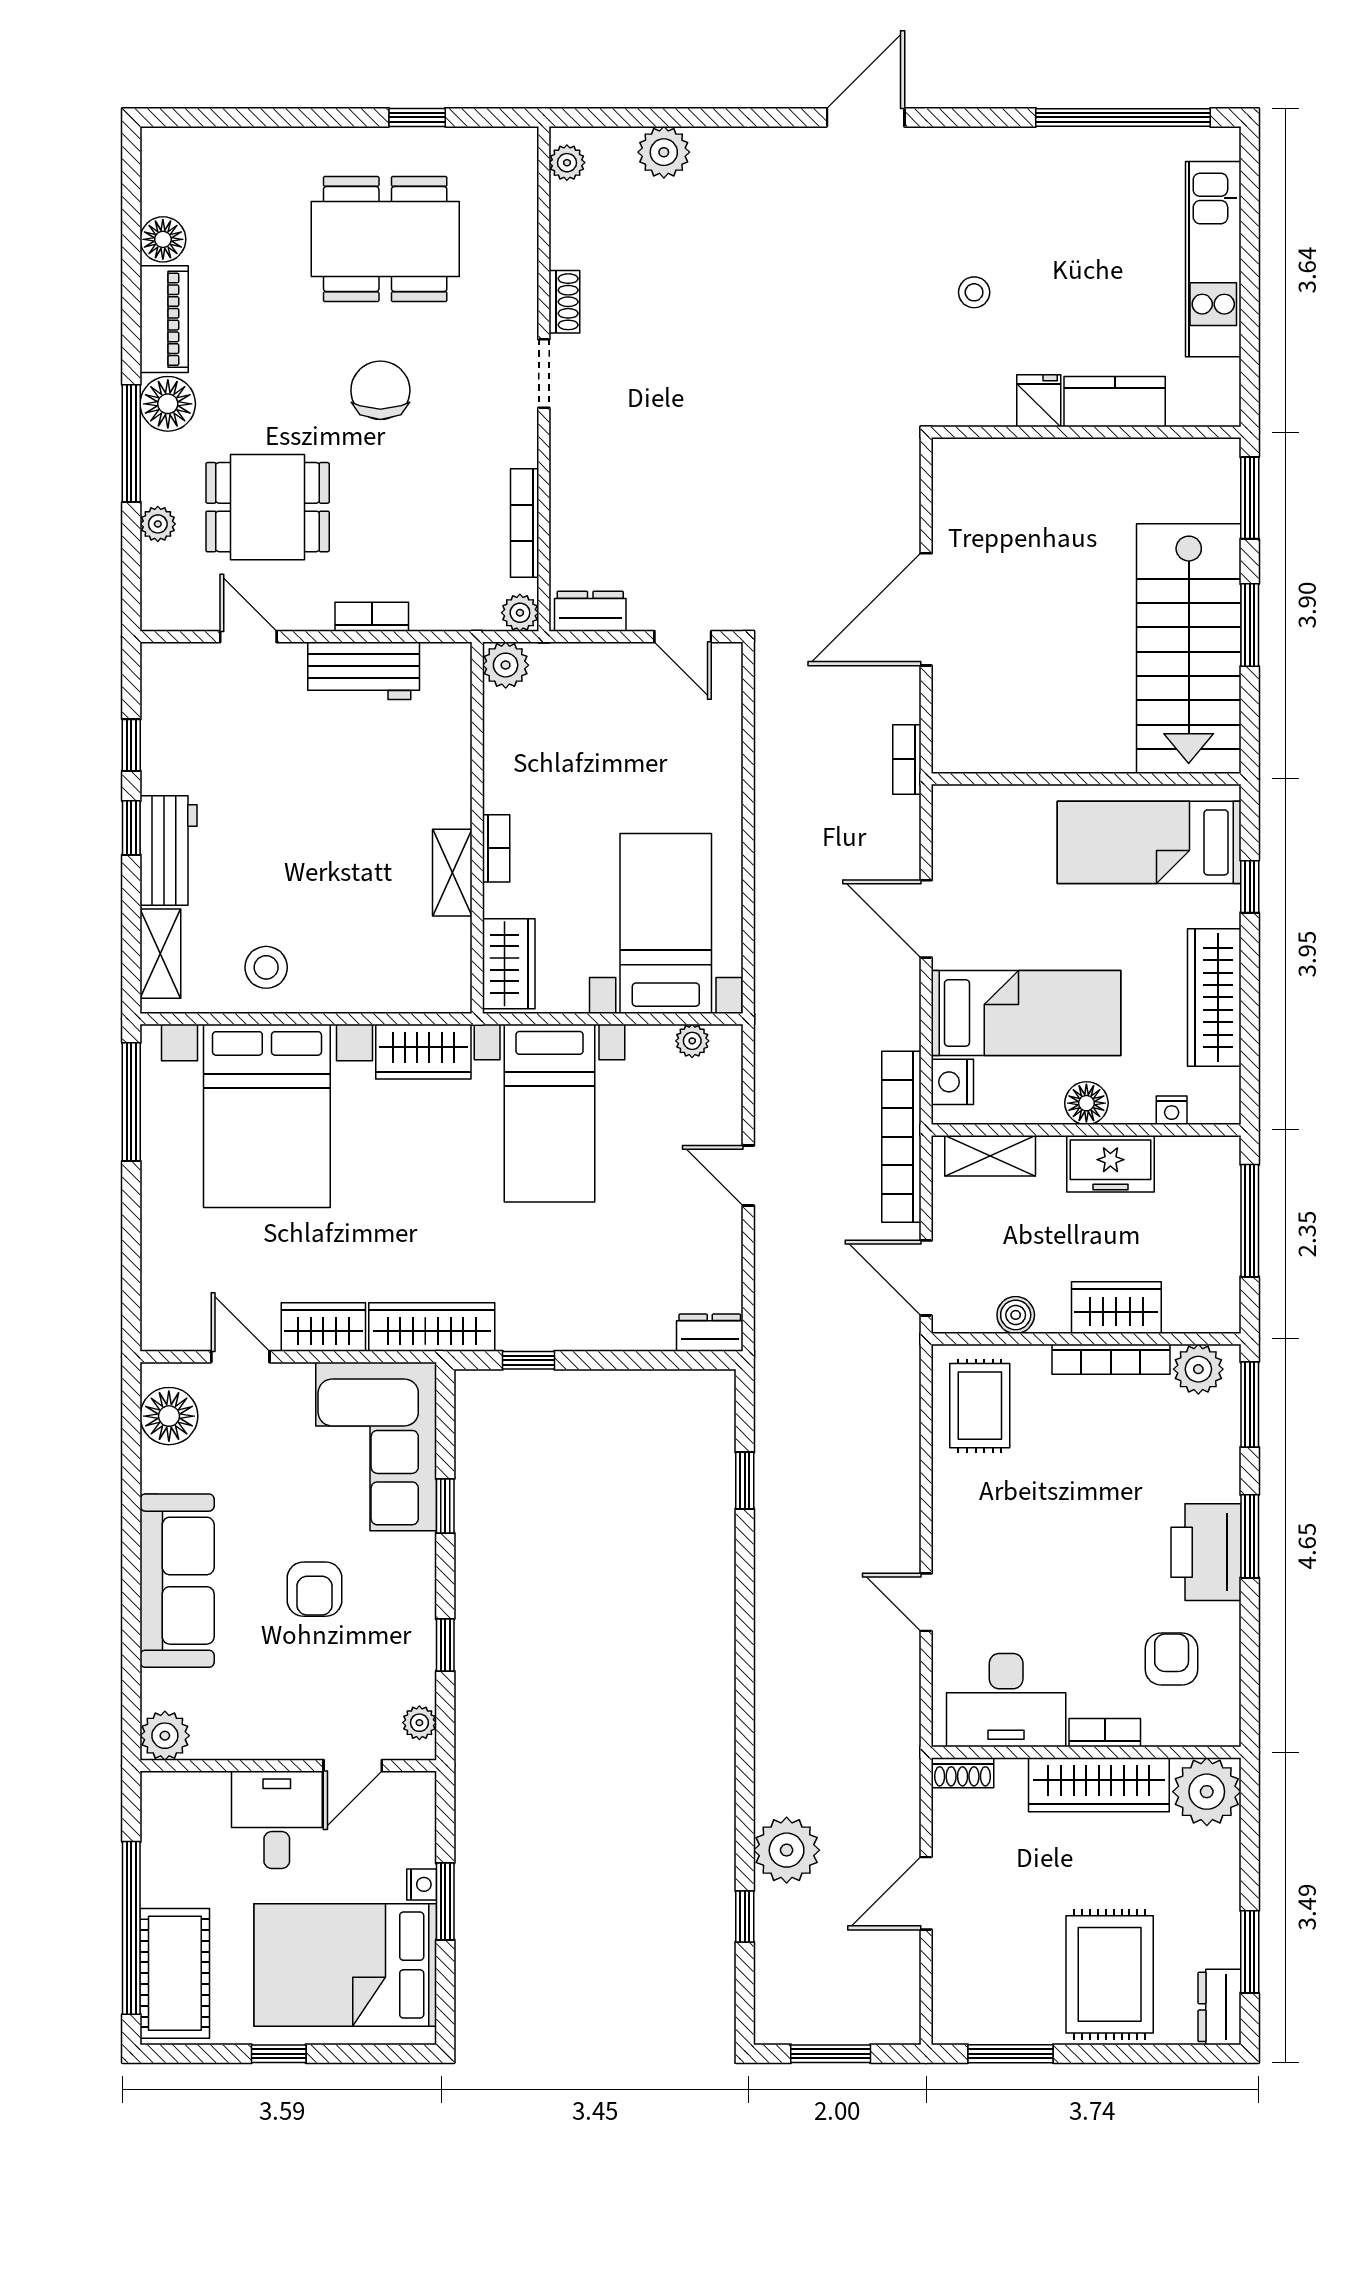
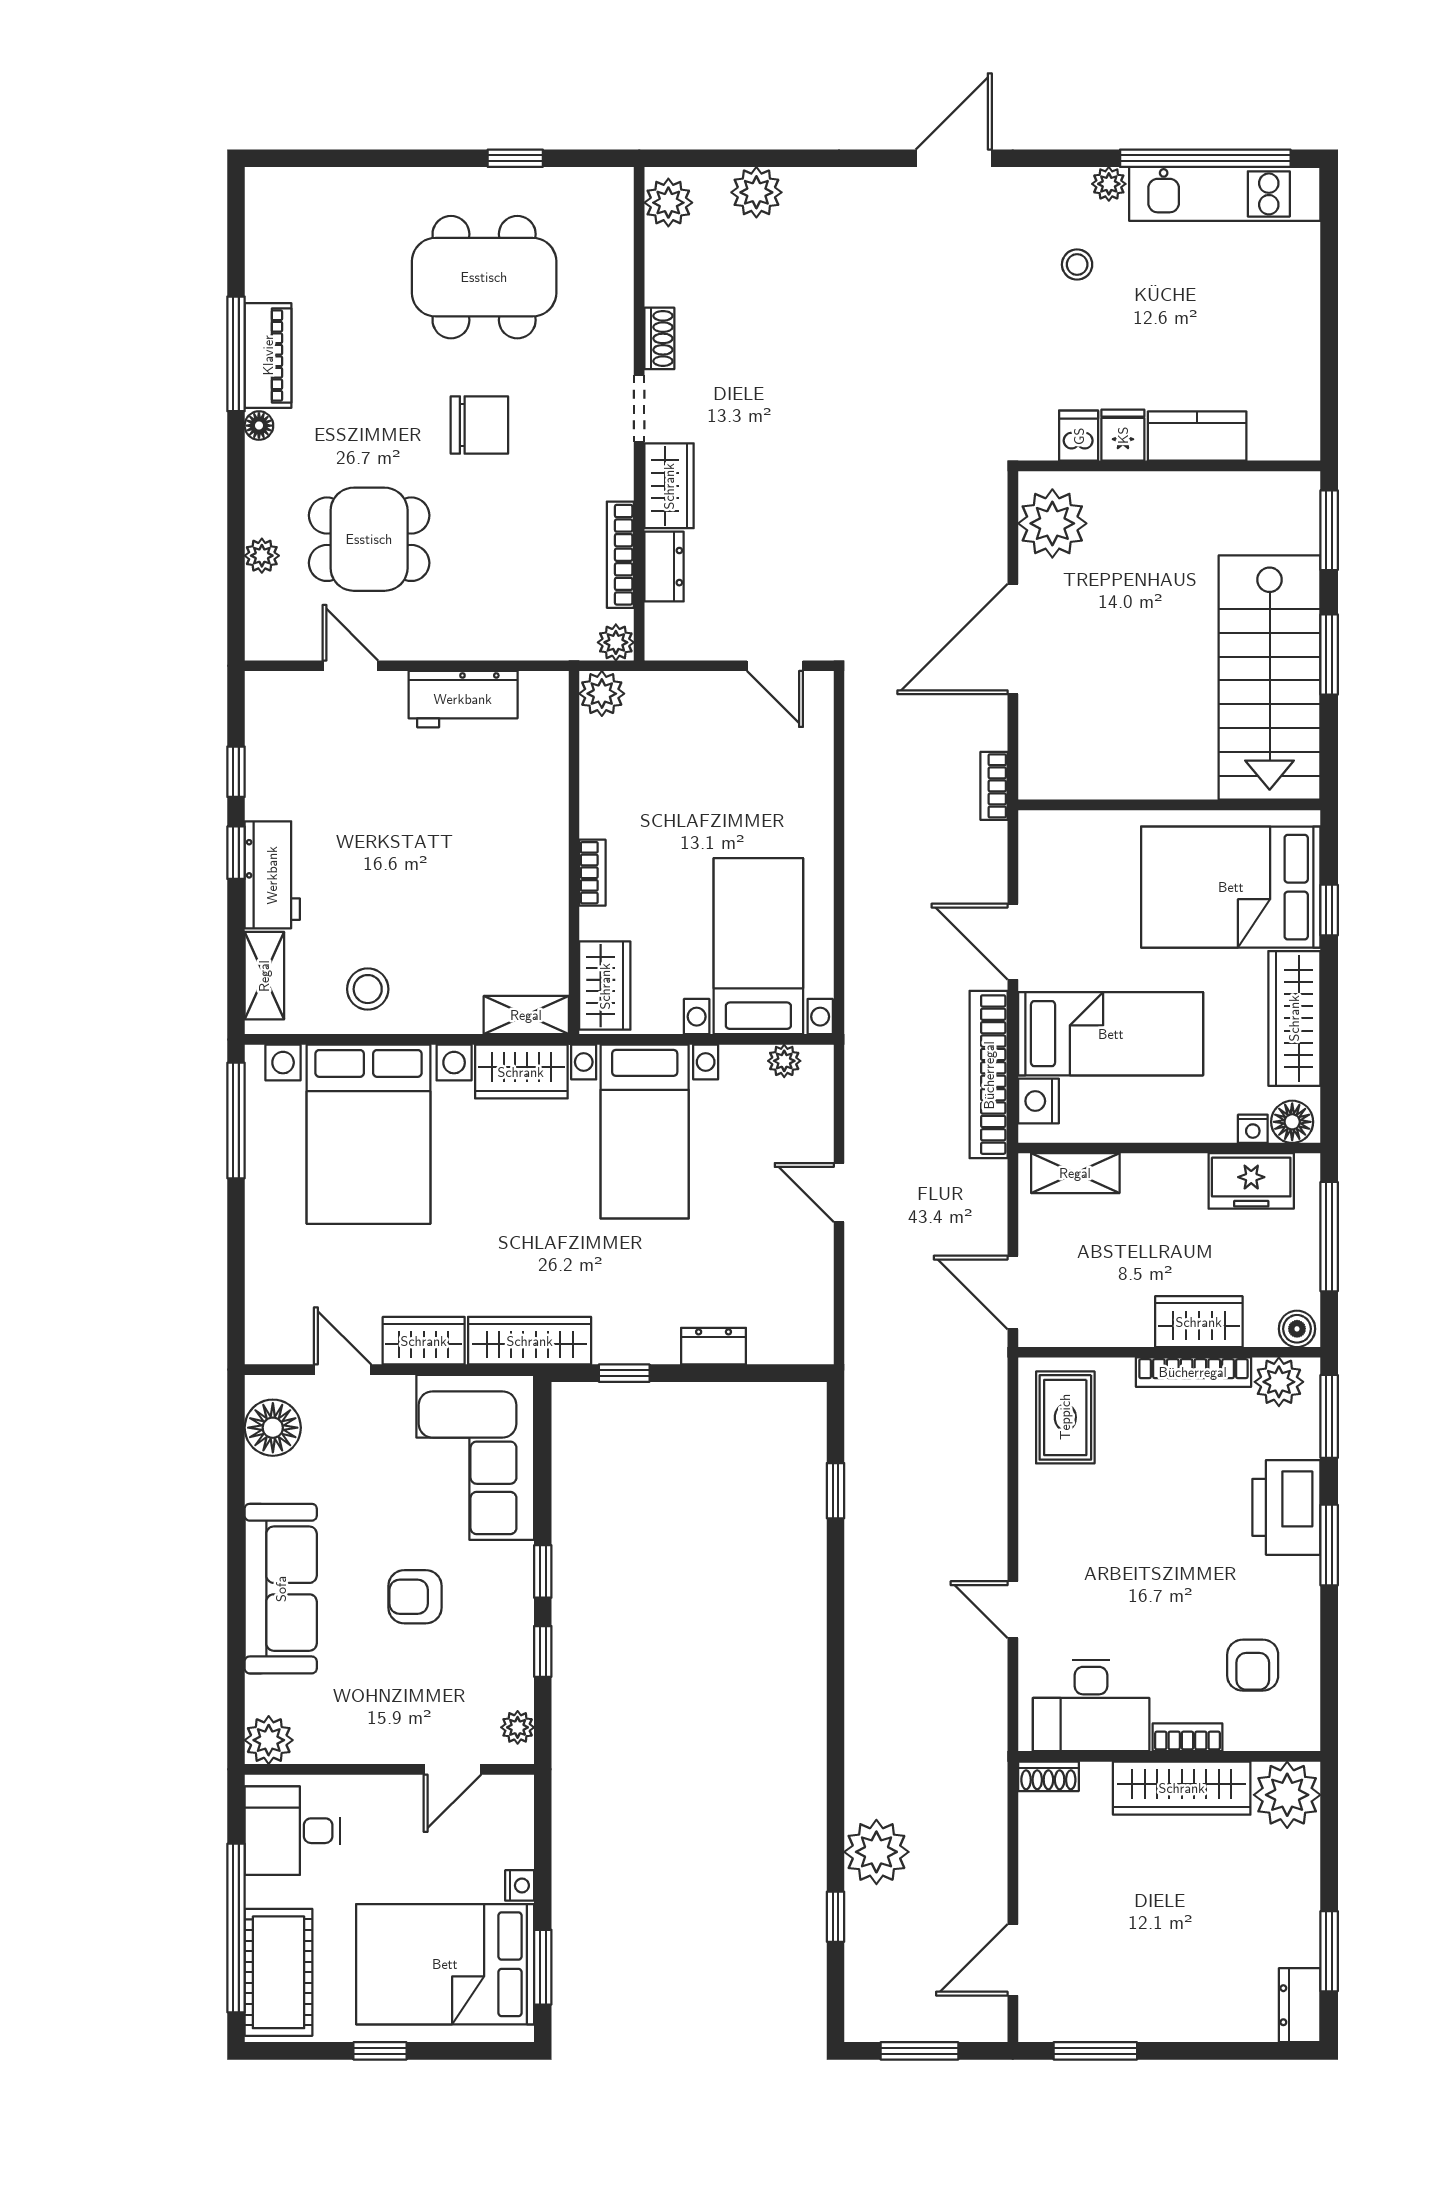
plant: (1024, 144) -> (1109, 184), added
plant: (567, 163) -> (668, 203), width x1.38, depth x1.38
floor lamp: (163, 239) -> (267, 278), removed
kitchen unit: (1213, 259) -> (1225, 194), moved, turned -90
stool: (974, 292) -> (1077, 265), moved
chair: (380, 390) -> (479, 425), turned 90
dishwasher: (993, 401) -> (1079, 436), added
floor lamp: (168, 404) -> (259, 426), width x0.53, depth x0.53
window: (131, 443) -> (236, 354), moved
wardrobe: (574, 452) -> (669, 486), added
plant: (966, 491) -> (1052, 523), added
dresser: (590, 611) -> (664, 567), moved, turned 90
bookcase: (372, 617) -> (471, 646), removed
bed: (1149, 842) -> (1231, 887), width x1.50
shelving: (452, 873) -> (526, 1015), moved, turned 90
floor lamp: (1086, 1103) -> (1292, 1122), moved
bookcase: (901, 1137) -> (989, 1075), moved
freezer: (1110, 1164) -> (1251, 1181), moved
boiler: (1016, 1315) -> (1297, 1329), moved
dresser: (710, 1333) -> (714, 1346), moved
window: (445, 1506) -> (543, 1571), moved
printer: (1206, 1552) -> (1286, 1507), moved
armchair: (315, 1589) -> (415, 1597), turned 90
armchair: (1172, 1659) -> (1253, 1665), turned 180
desk: (277, 1820) -> (292, 1831), moved, turned -90
door: (926, 1893) -> (1013, 1960), moved
window: (445, 1901) -> (543, 1967), moved
rug: (1110, 1974) -> (1192, 1973), removed

